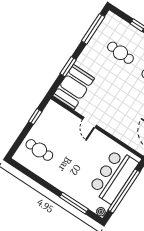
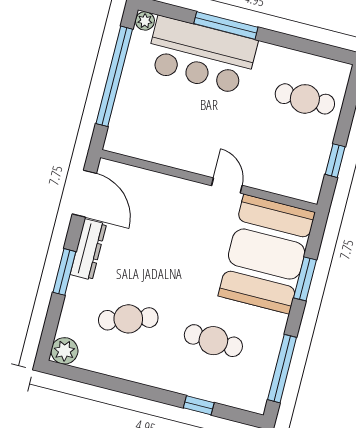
booth: (74, 87) -> (267, 254), width x1.36, depth x1.42
bar counter: (113, 176) -> (201, 55), moved, turned 90
window: (74, 203) -> (226, 25), moved

